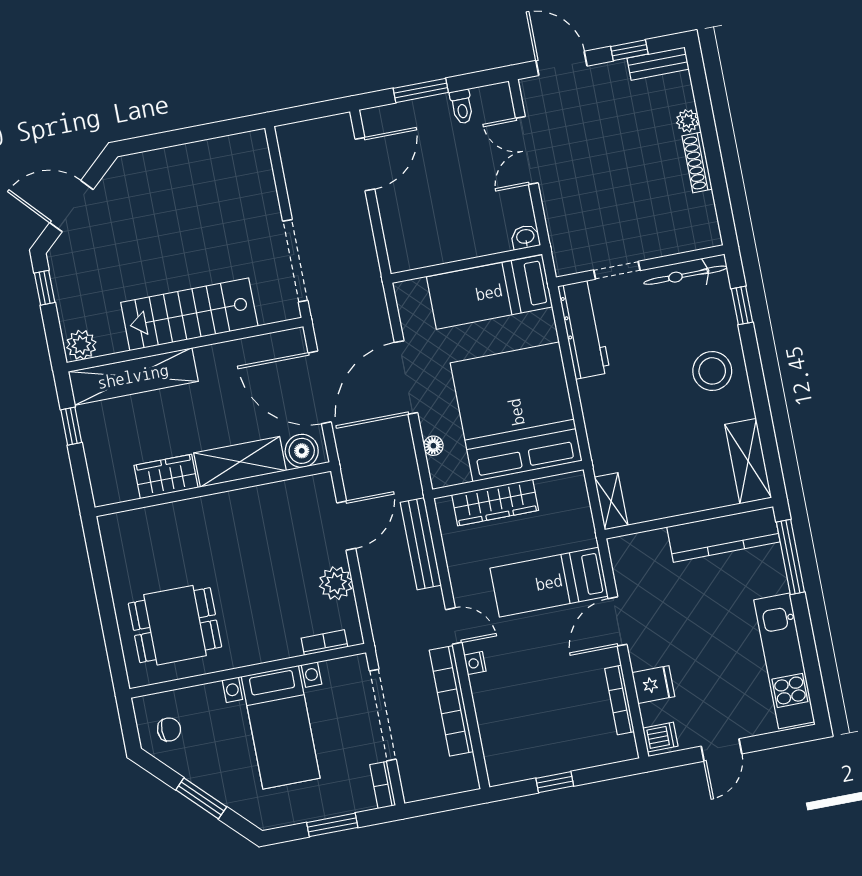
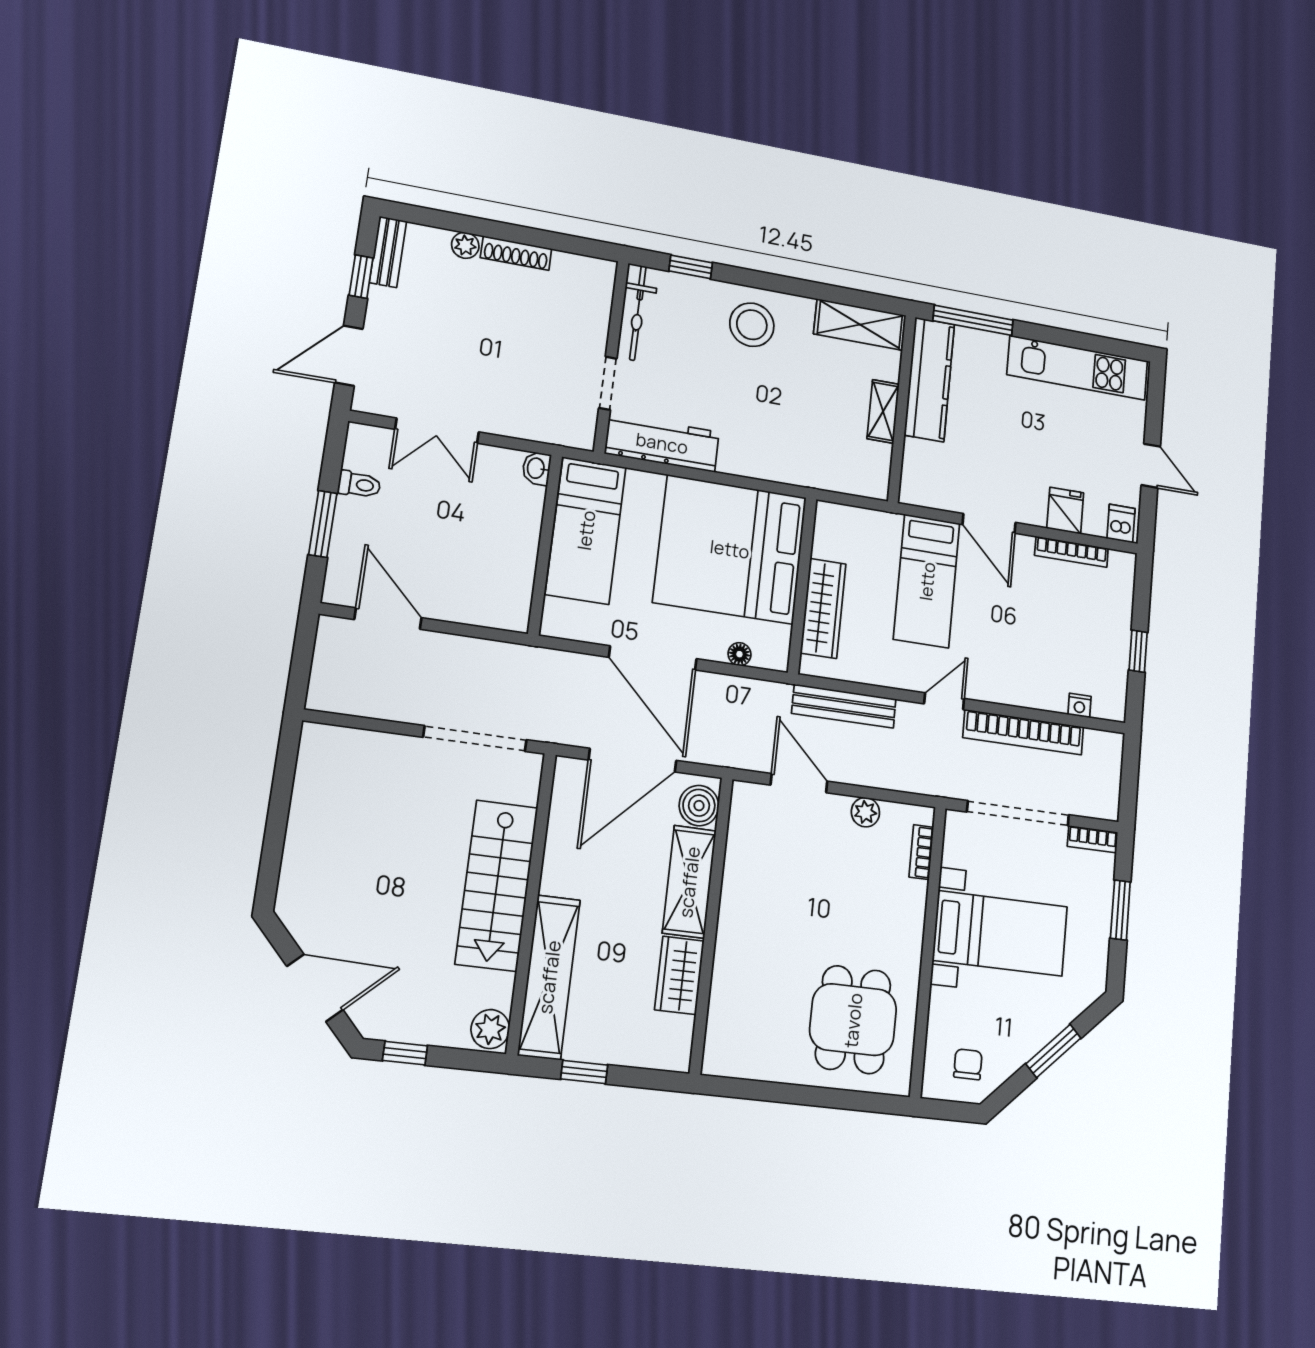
door: (71, 206) -> (315, 988), swing flipped
shelving: (611, 501) -> (883, 411), moved, turned 90
plant: (336, 583) -> (865, 812), width x0.73, depth x0.73
nightstand: (475, 663) -> (1080, 705), moved

